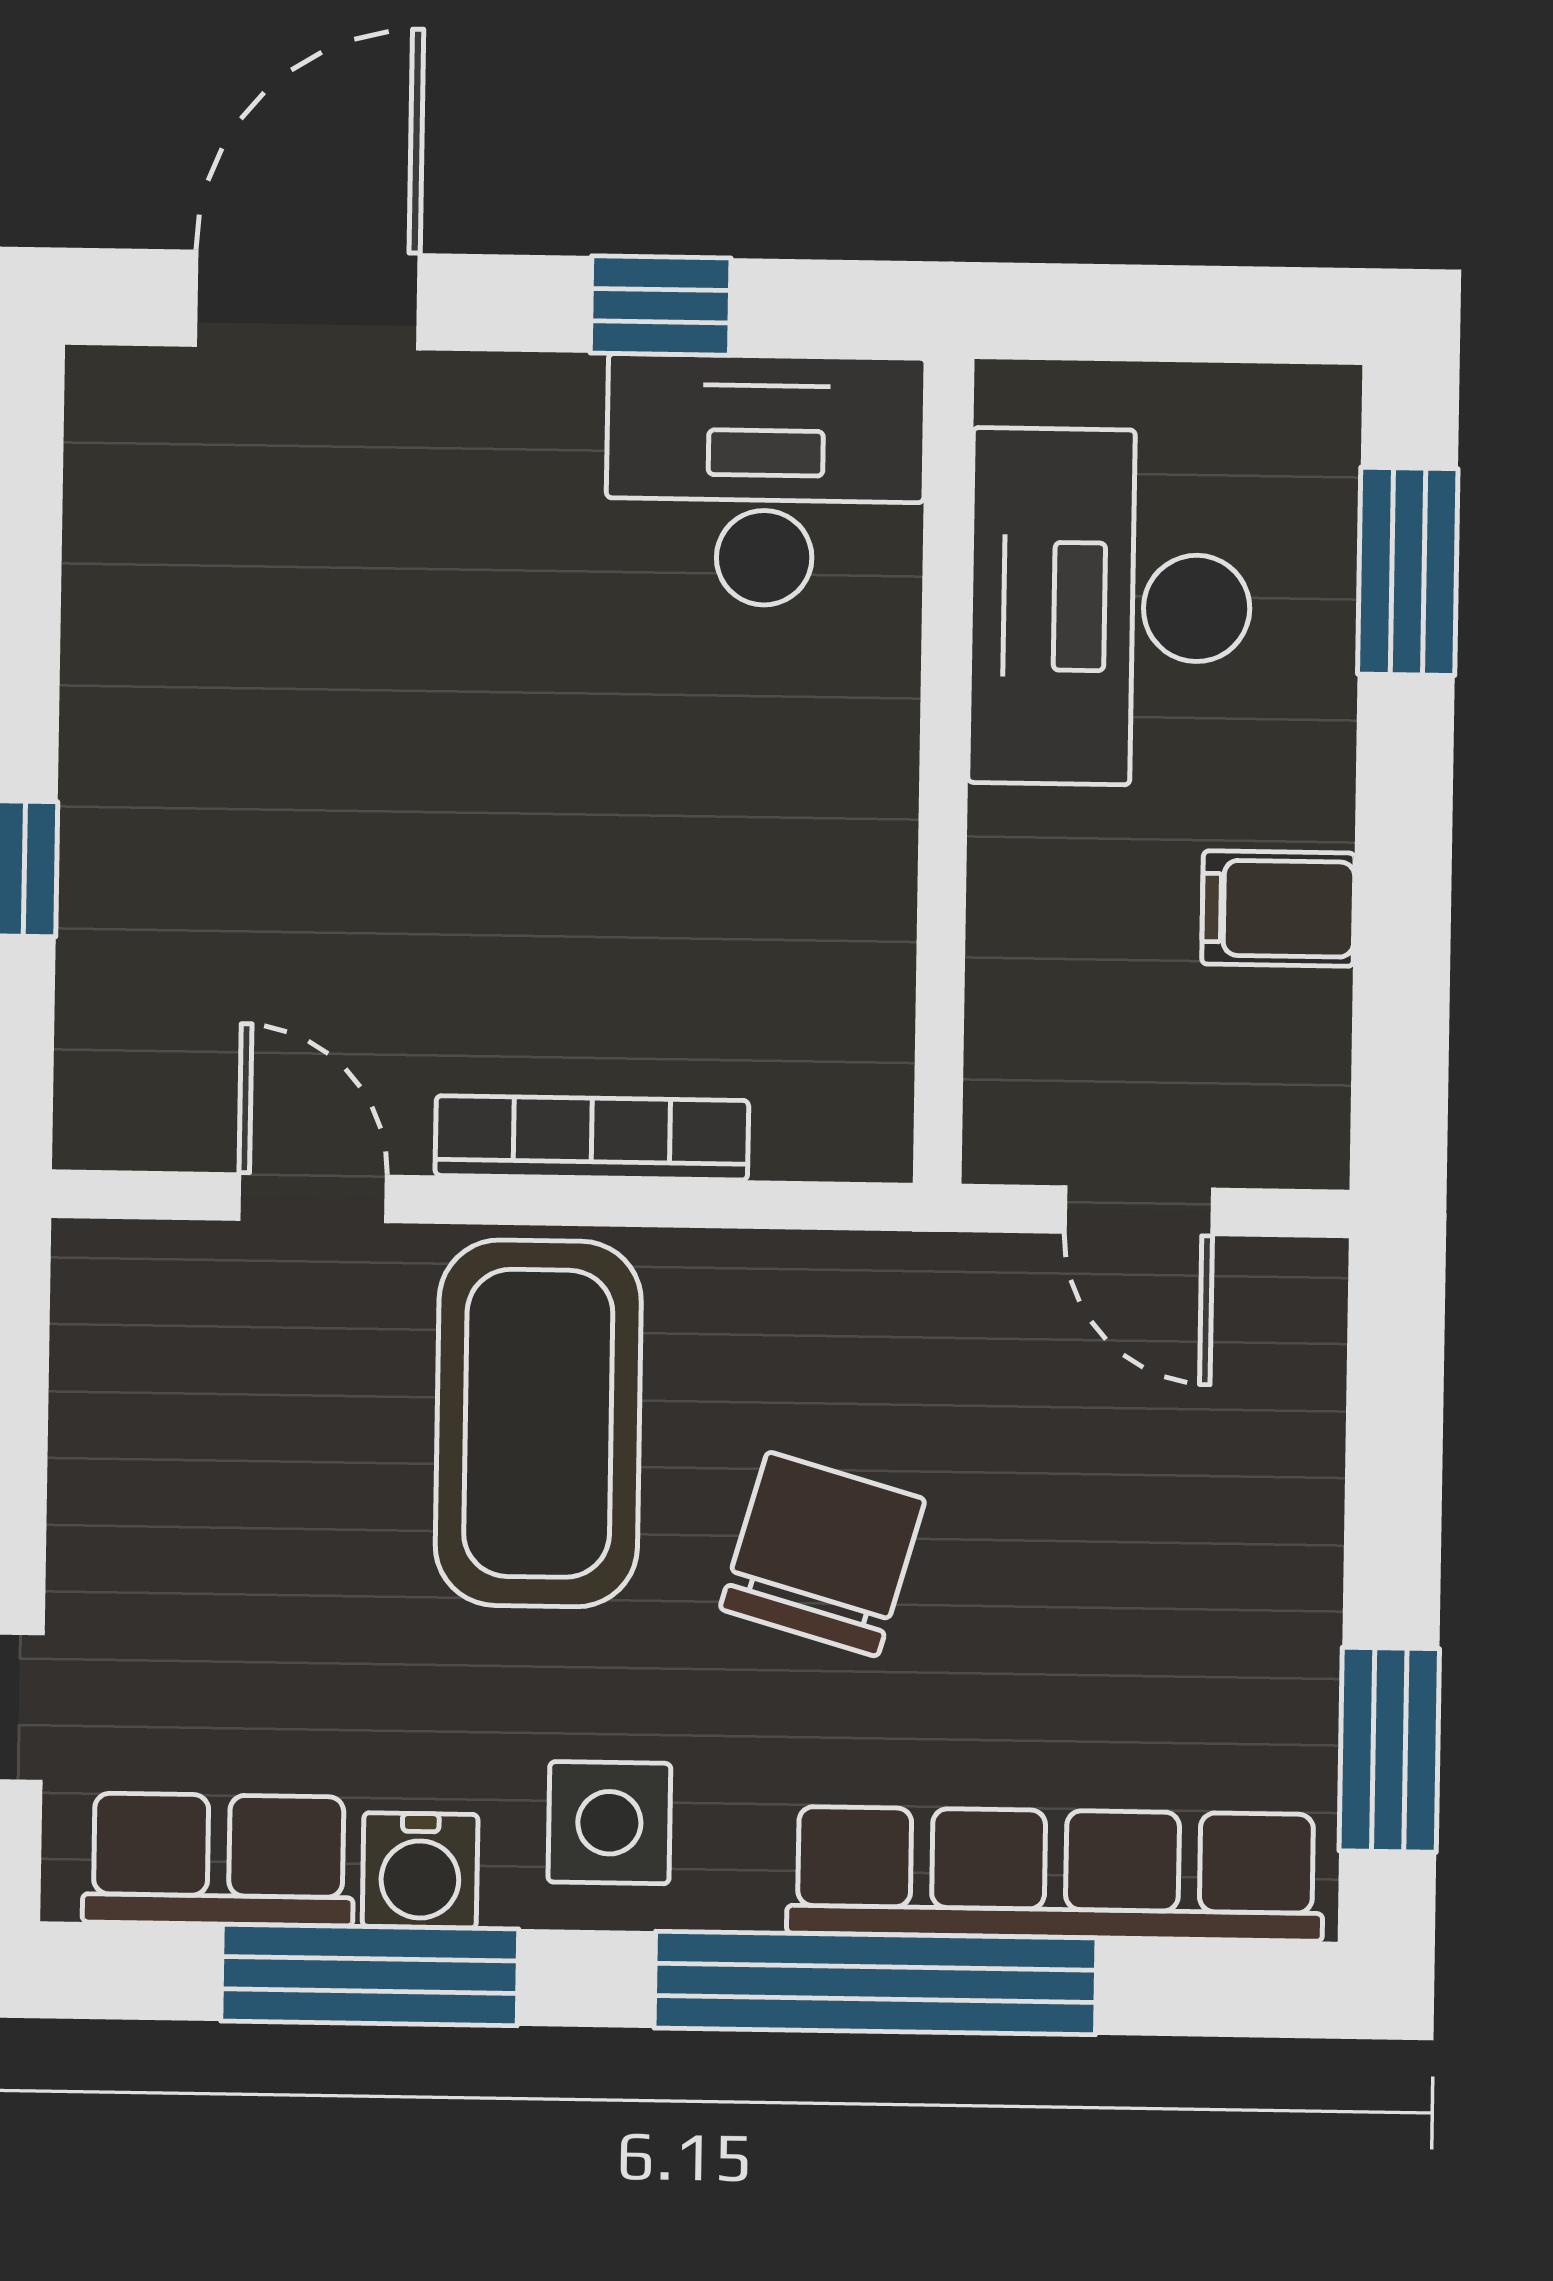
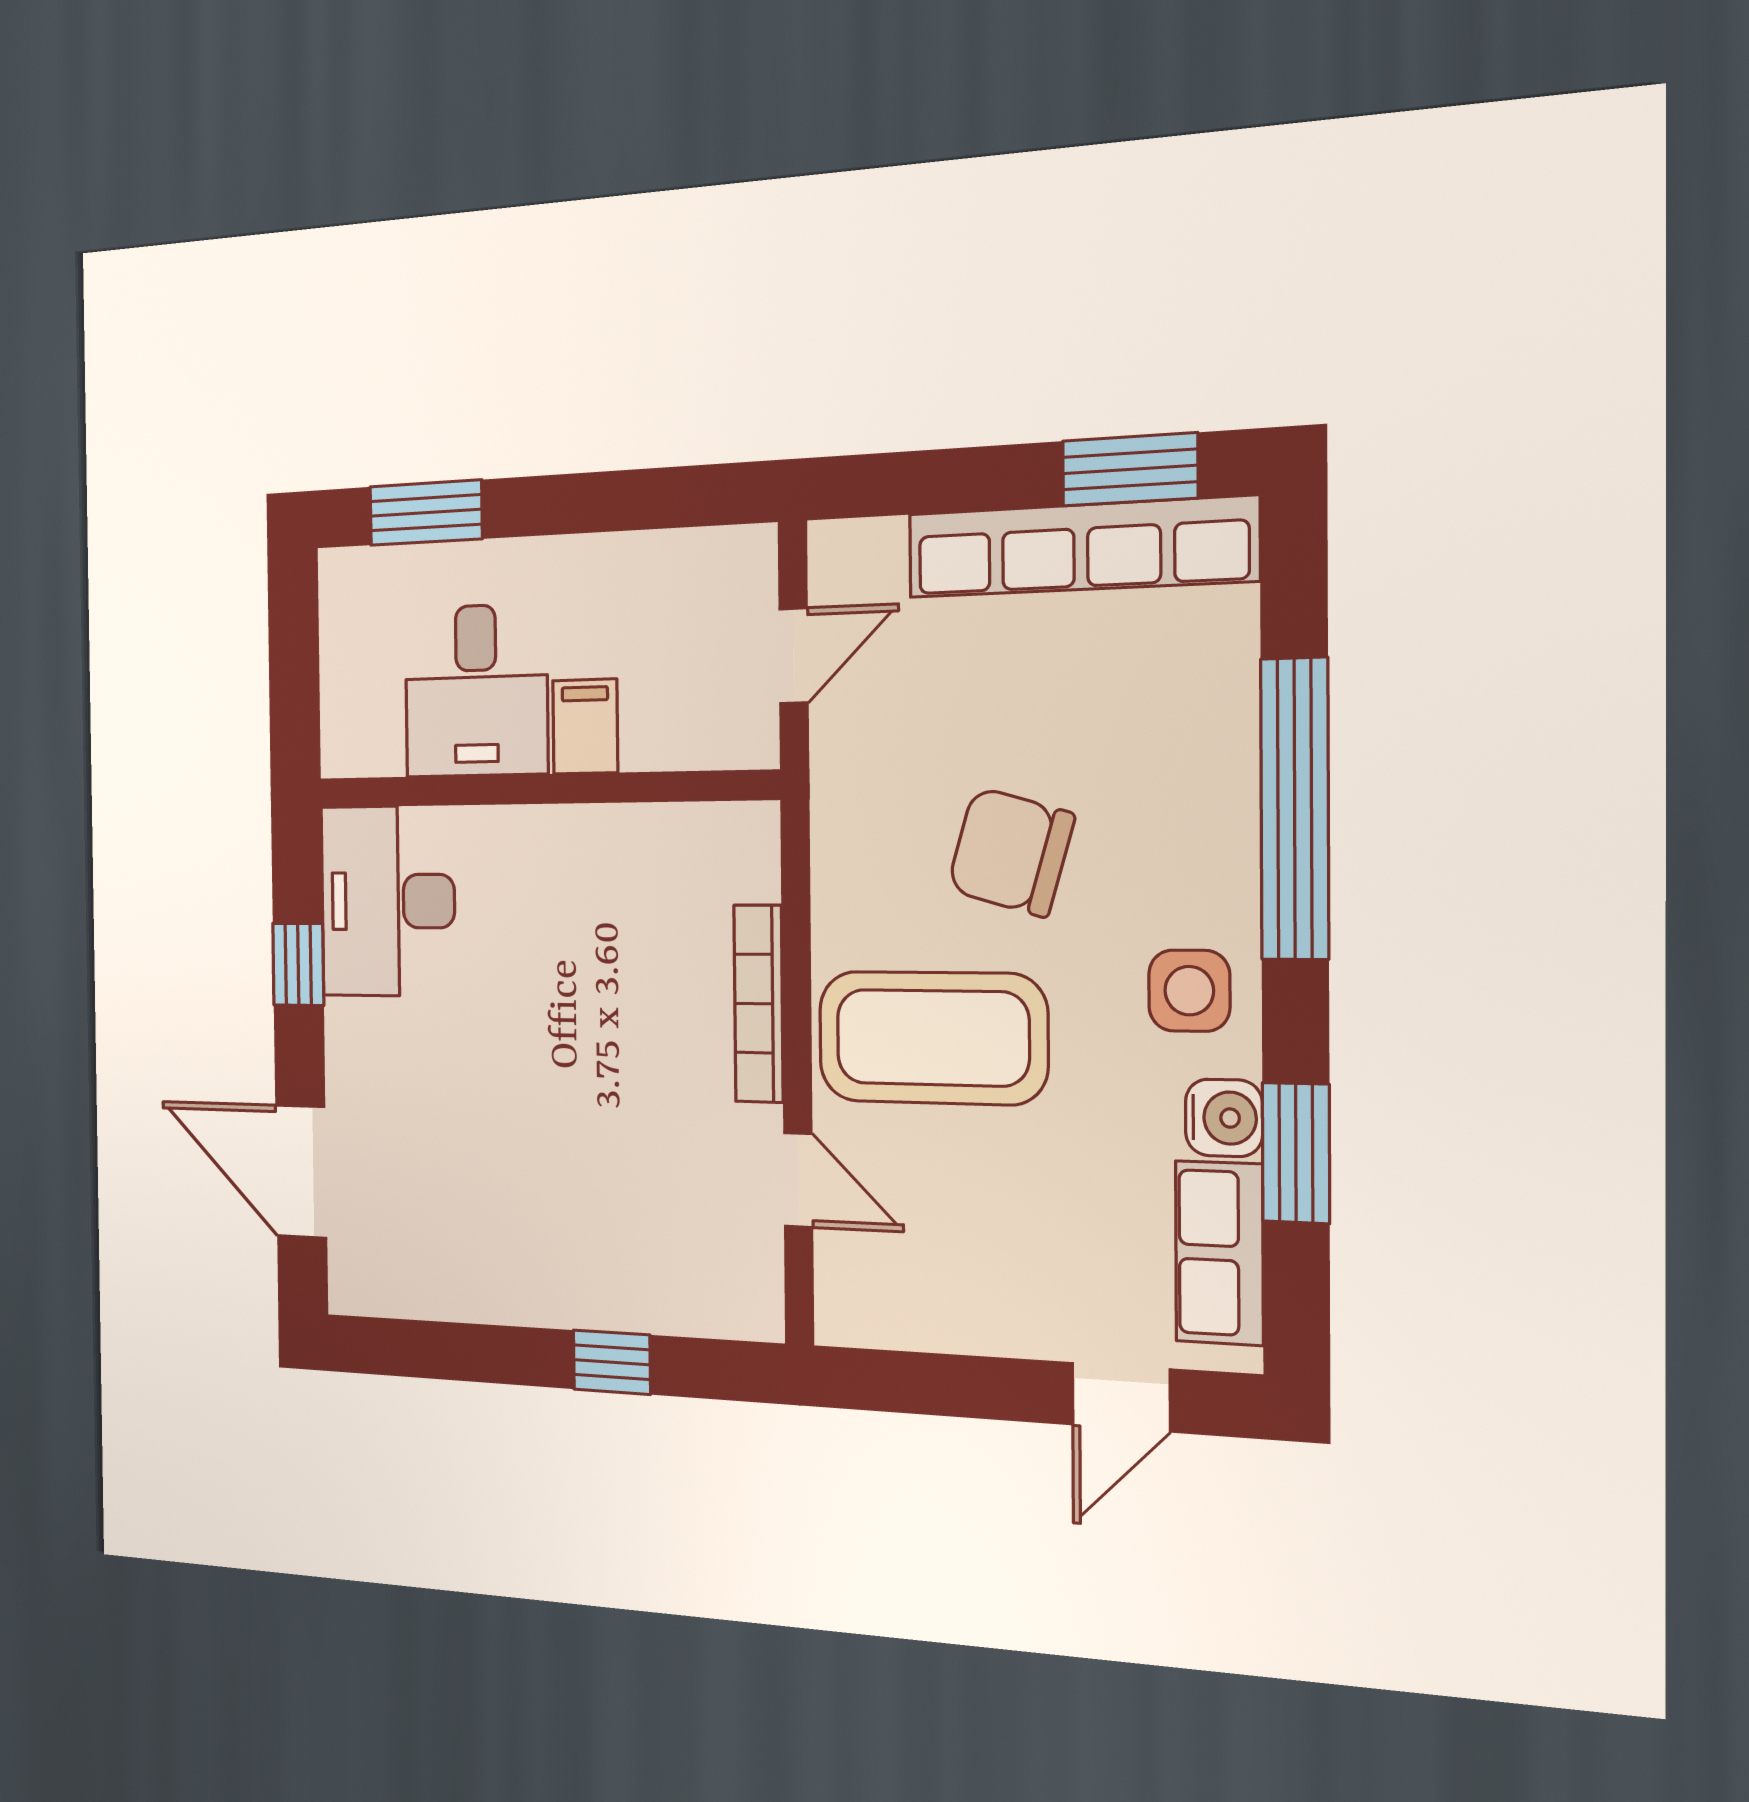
desk: (1110, 607) -> (476, 691), width x0.73
filing cabinet: (1278, 909) -> (585, 727), moved, turned 180
door: (313, 1198) -> (798, 1180), swing flipped
row of seats: (1055, 1874) -> (1081, 547), moved, turned -90
window: (370, 1975) -> (1296, 1153), width x0.69

